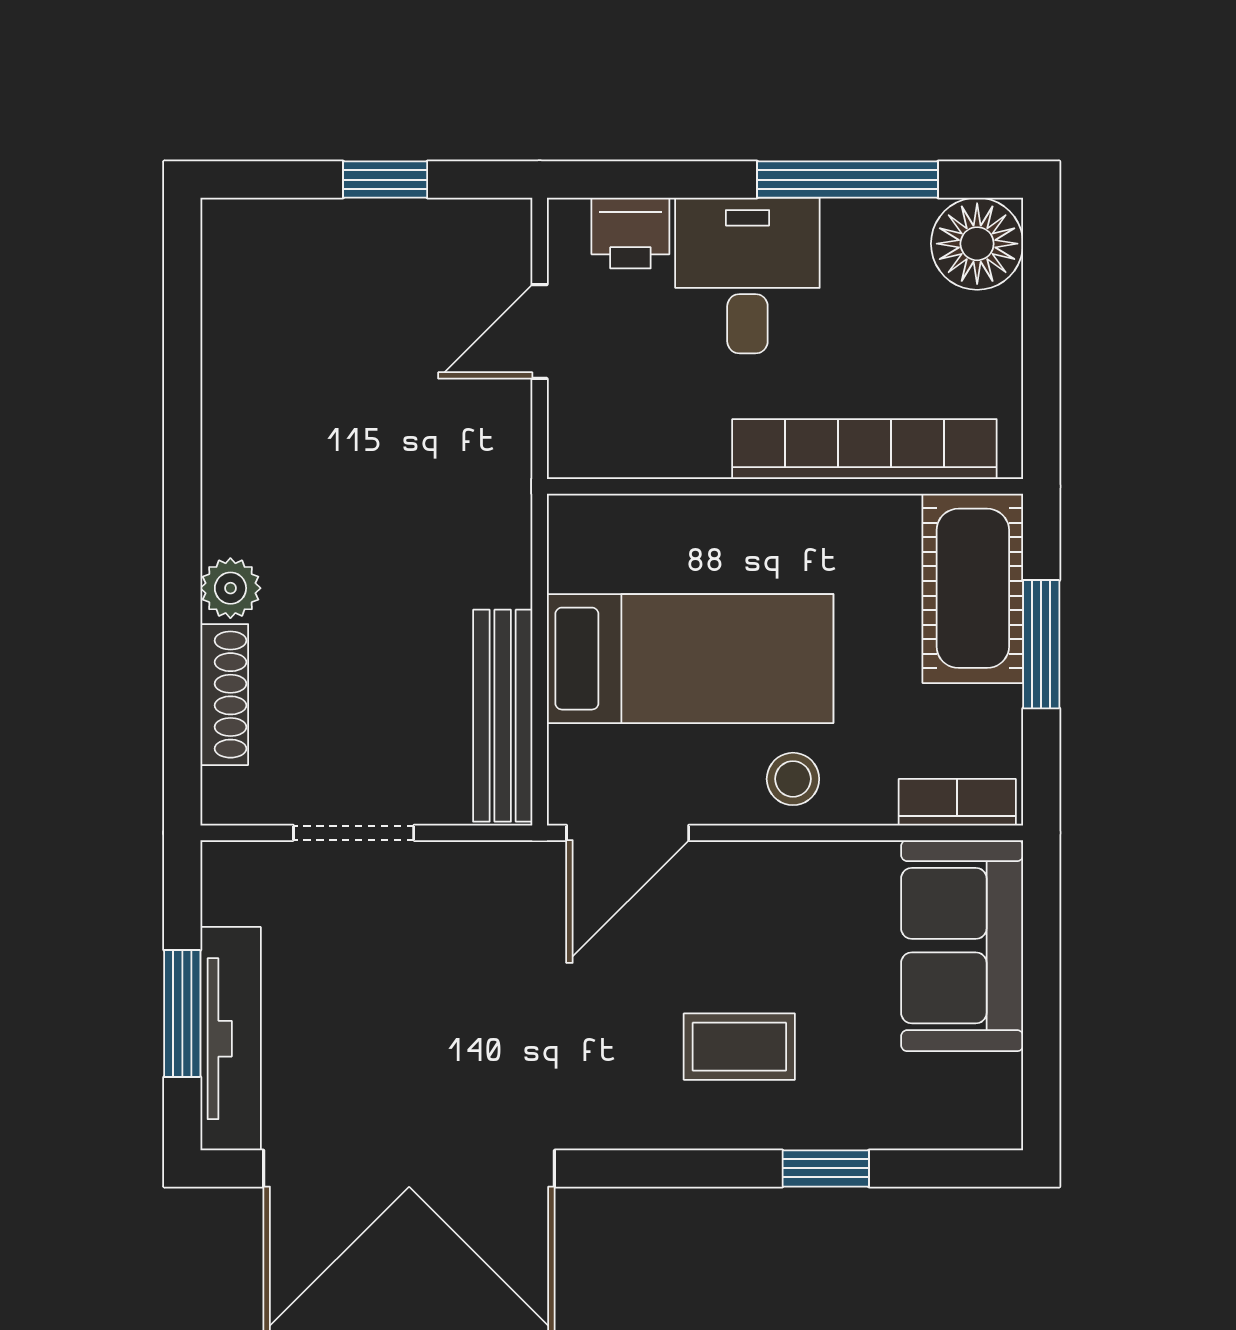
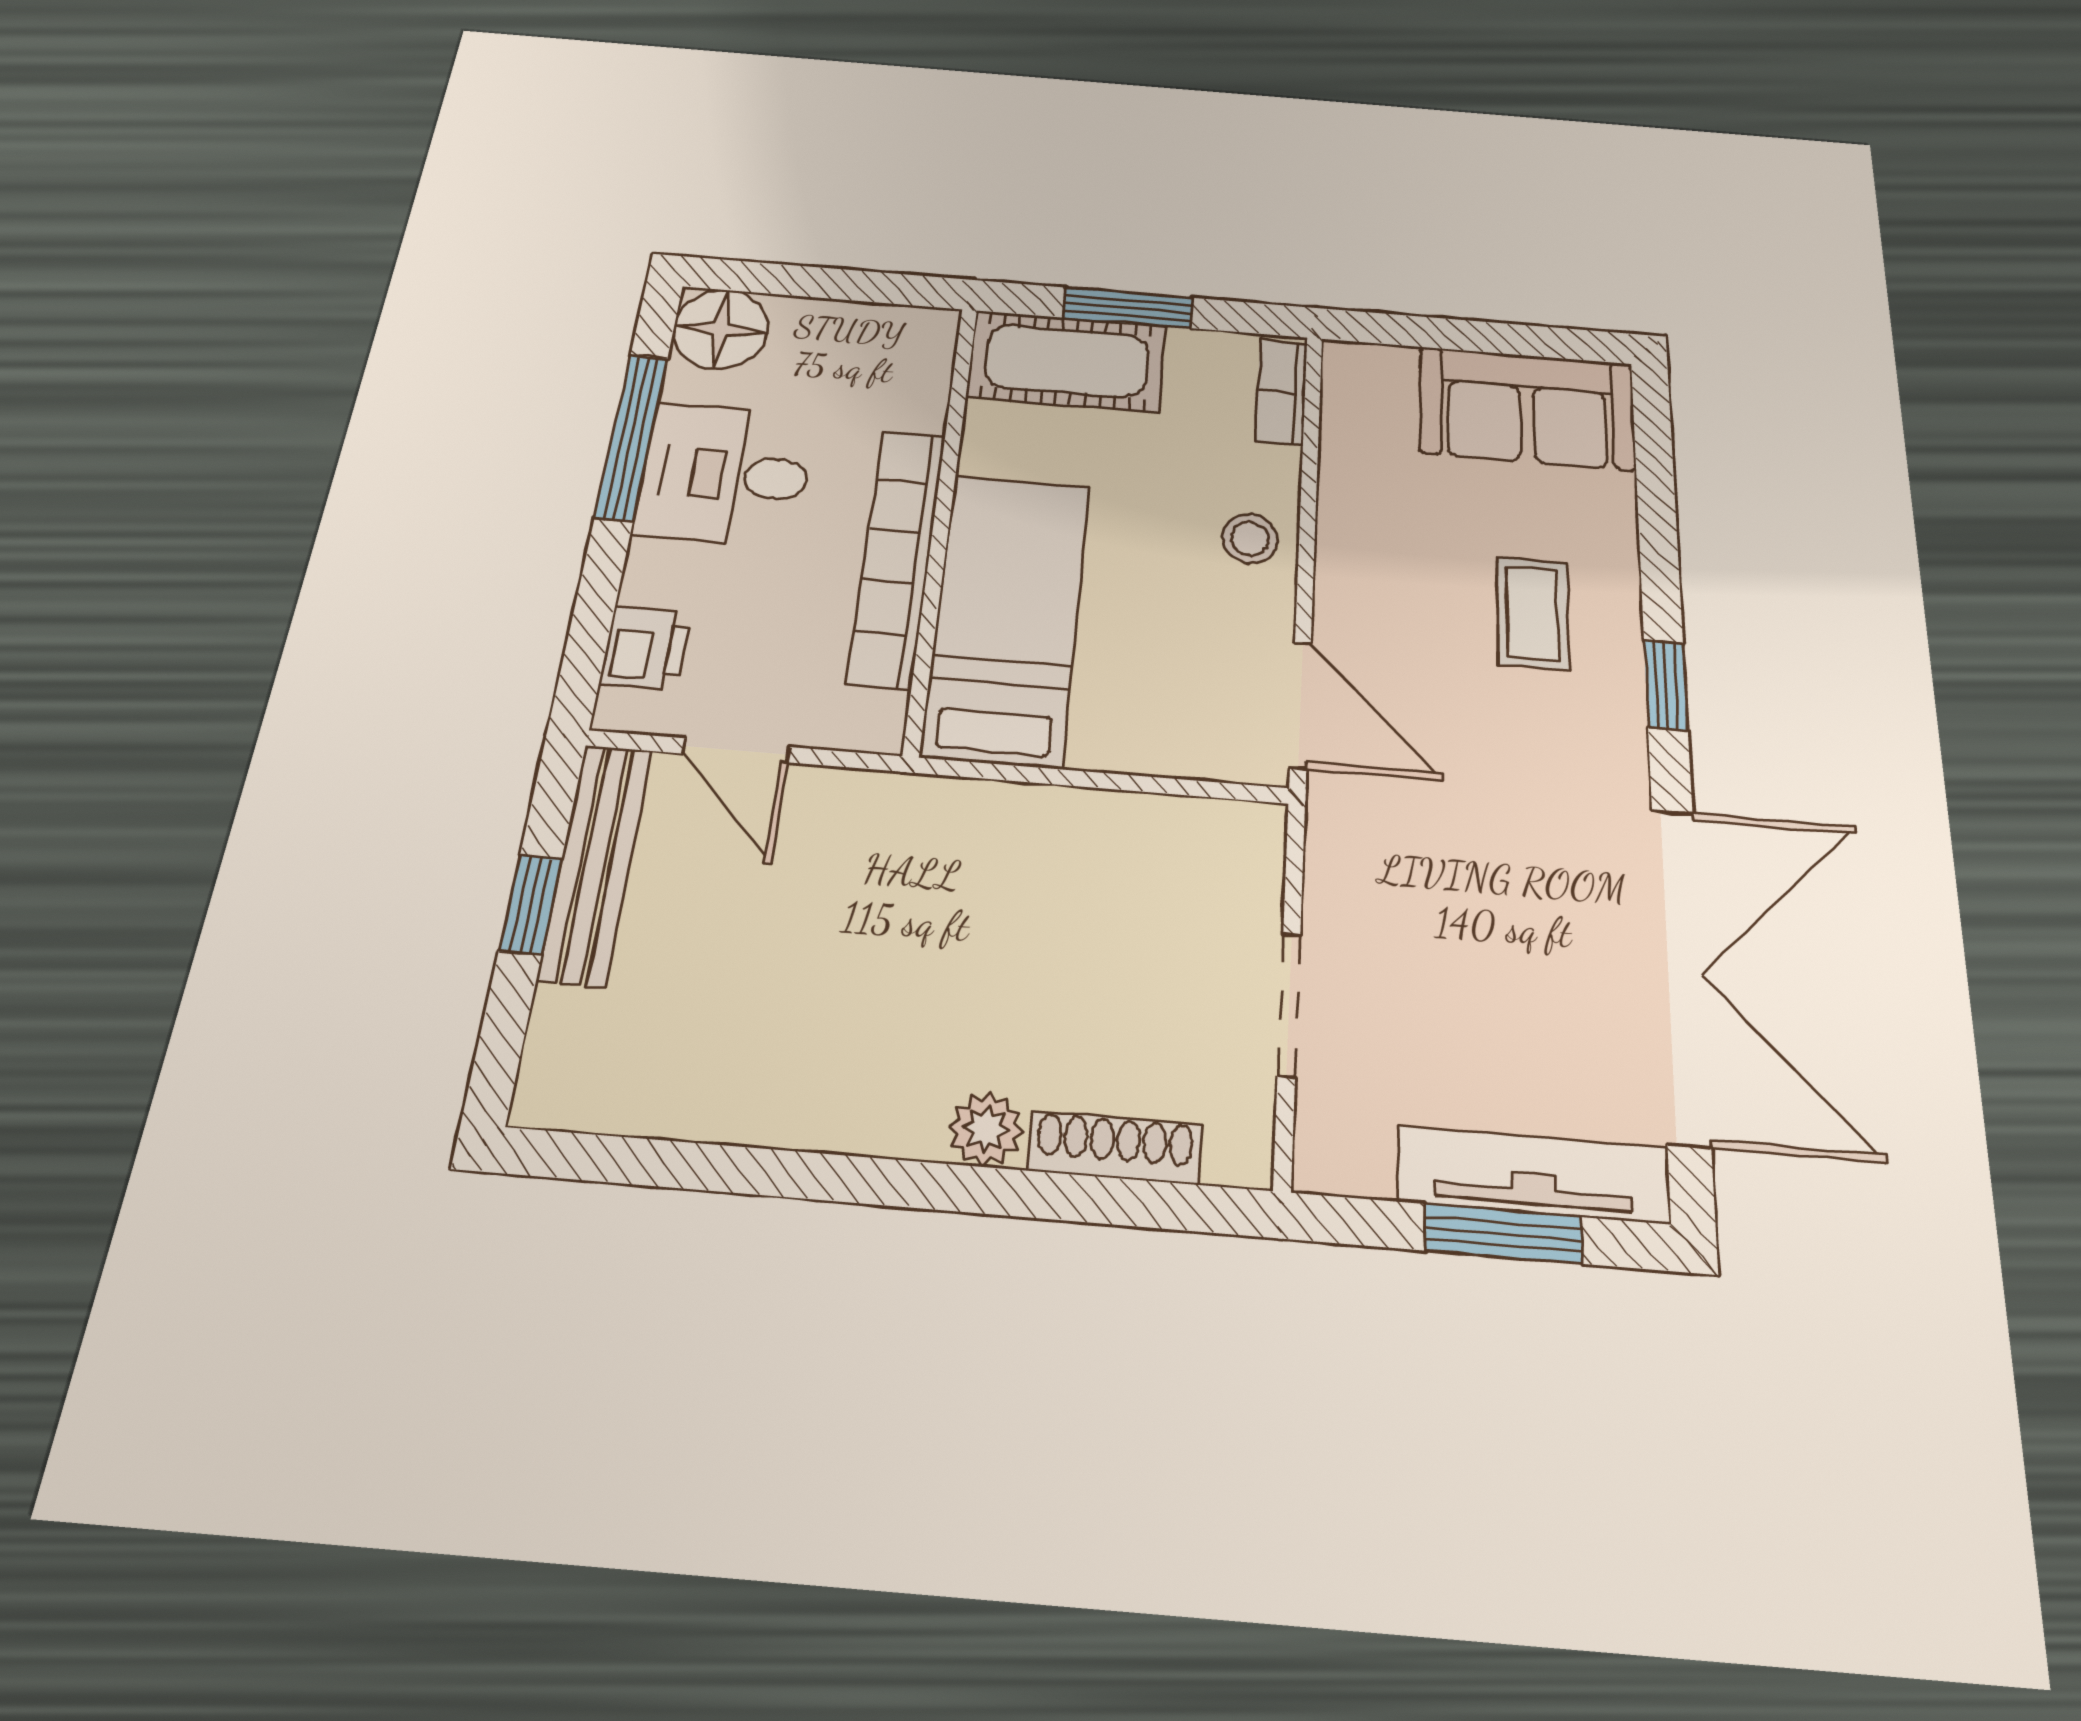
desk: (747, 275) -> (725, 475), moved
bookcase: (864, 449) -> (897, 557), moved
bed: (690, 659) -> (1007, 618), moved
bench: (503, 716) -> (595, 863), moved, turned 90
sofa: (962, 946) -> (1527, 408), moved
window: (826, 1168) -> (1666, 685), moved

